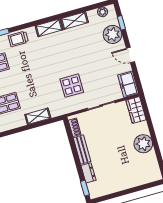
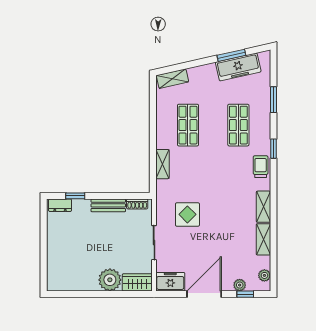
plant: (113, 34) -> (240, 285), width x0.53, depth x0.53
door: (130, 55) -> (204, 294), width x1.88
plant: (143, 144) -> (110, 280), moved
dresser: (88, 173) -> (60, 205), moved
window: (85, 188) -> (75, 196), moved

